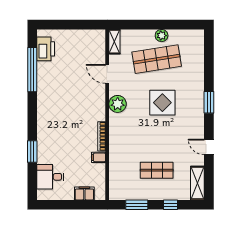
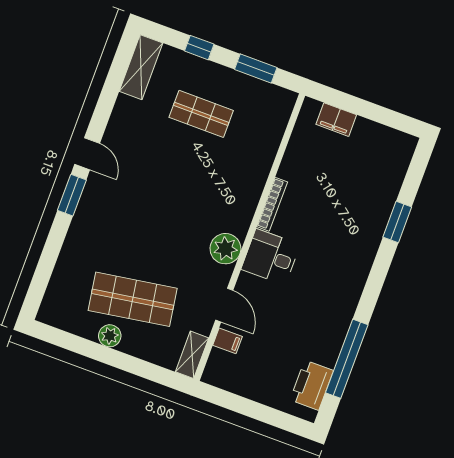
display table: (162, 103) -> (150, 223), removed
door: (209, 147) -> (87, 154), moved
filing cabinet: (99, 157) -> (228, 341), moved
desk: (50, 177) -> (271, 257), moved, turned 180

